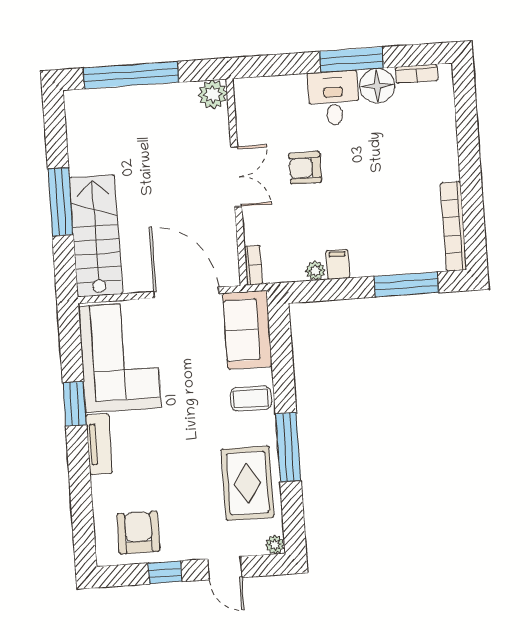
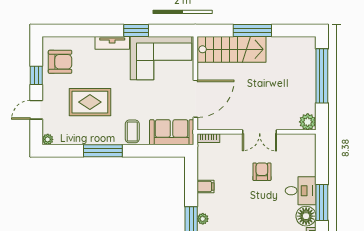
plant: (315, 271) -> (203, 219), moved
rug: (248, 483) -> (90, 102), moved

